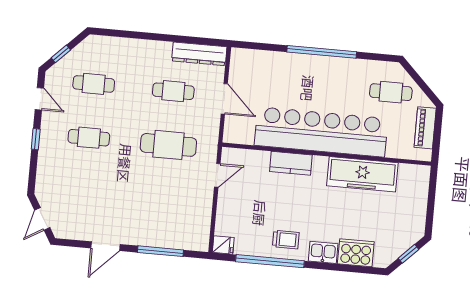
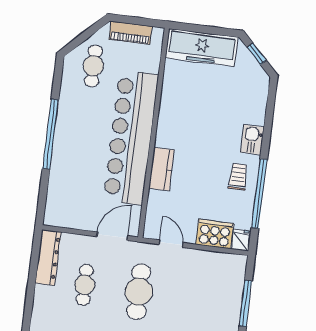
door: (224, 99) -> (112, 236), moved
freezer: (362, 174) -> (202, 48), moved, turned 90
cooker: (356, 253) -> (215, 234), moved, turned 90

